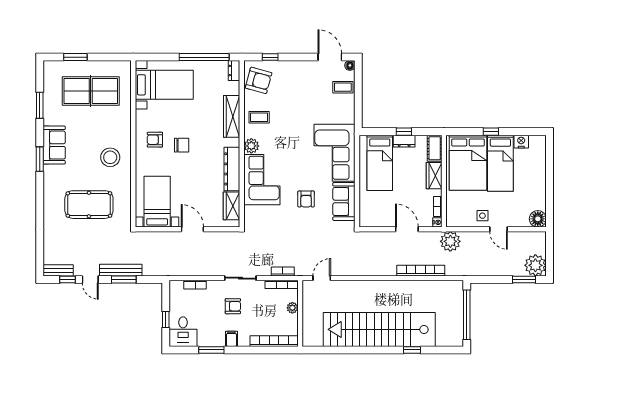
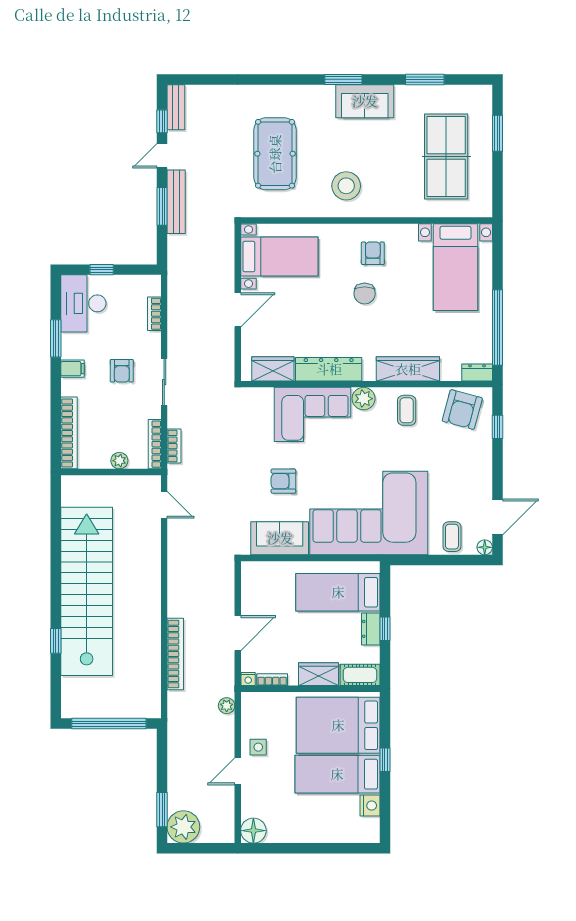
corner sofa: (335, 153) -> (369, 513), width x1.36, depth x1.36
plant: (450, 241) -> (227, 706), width x0.53, depth x0.53
desk: (183, 332) -> (83, 303), width x1.37

